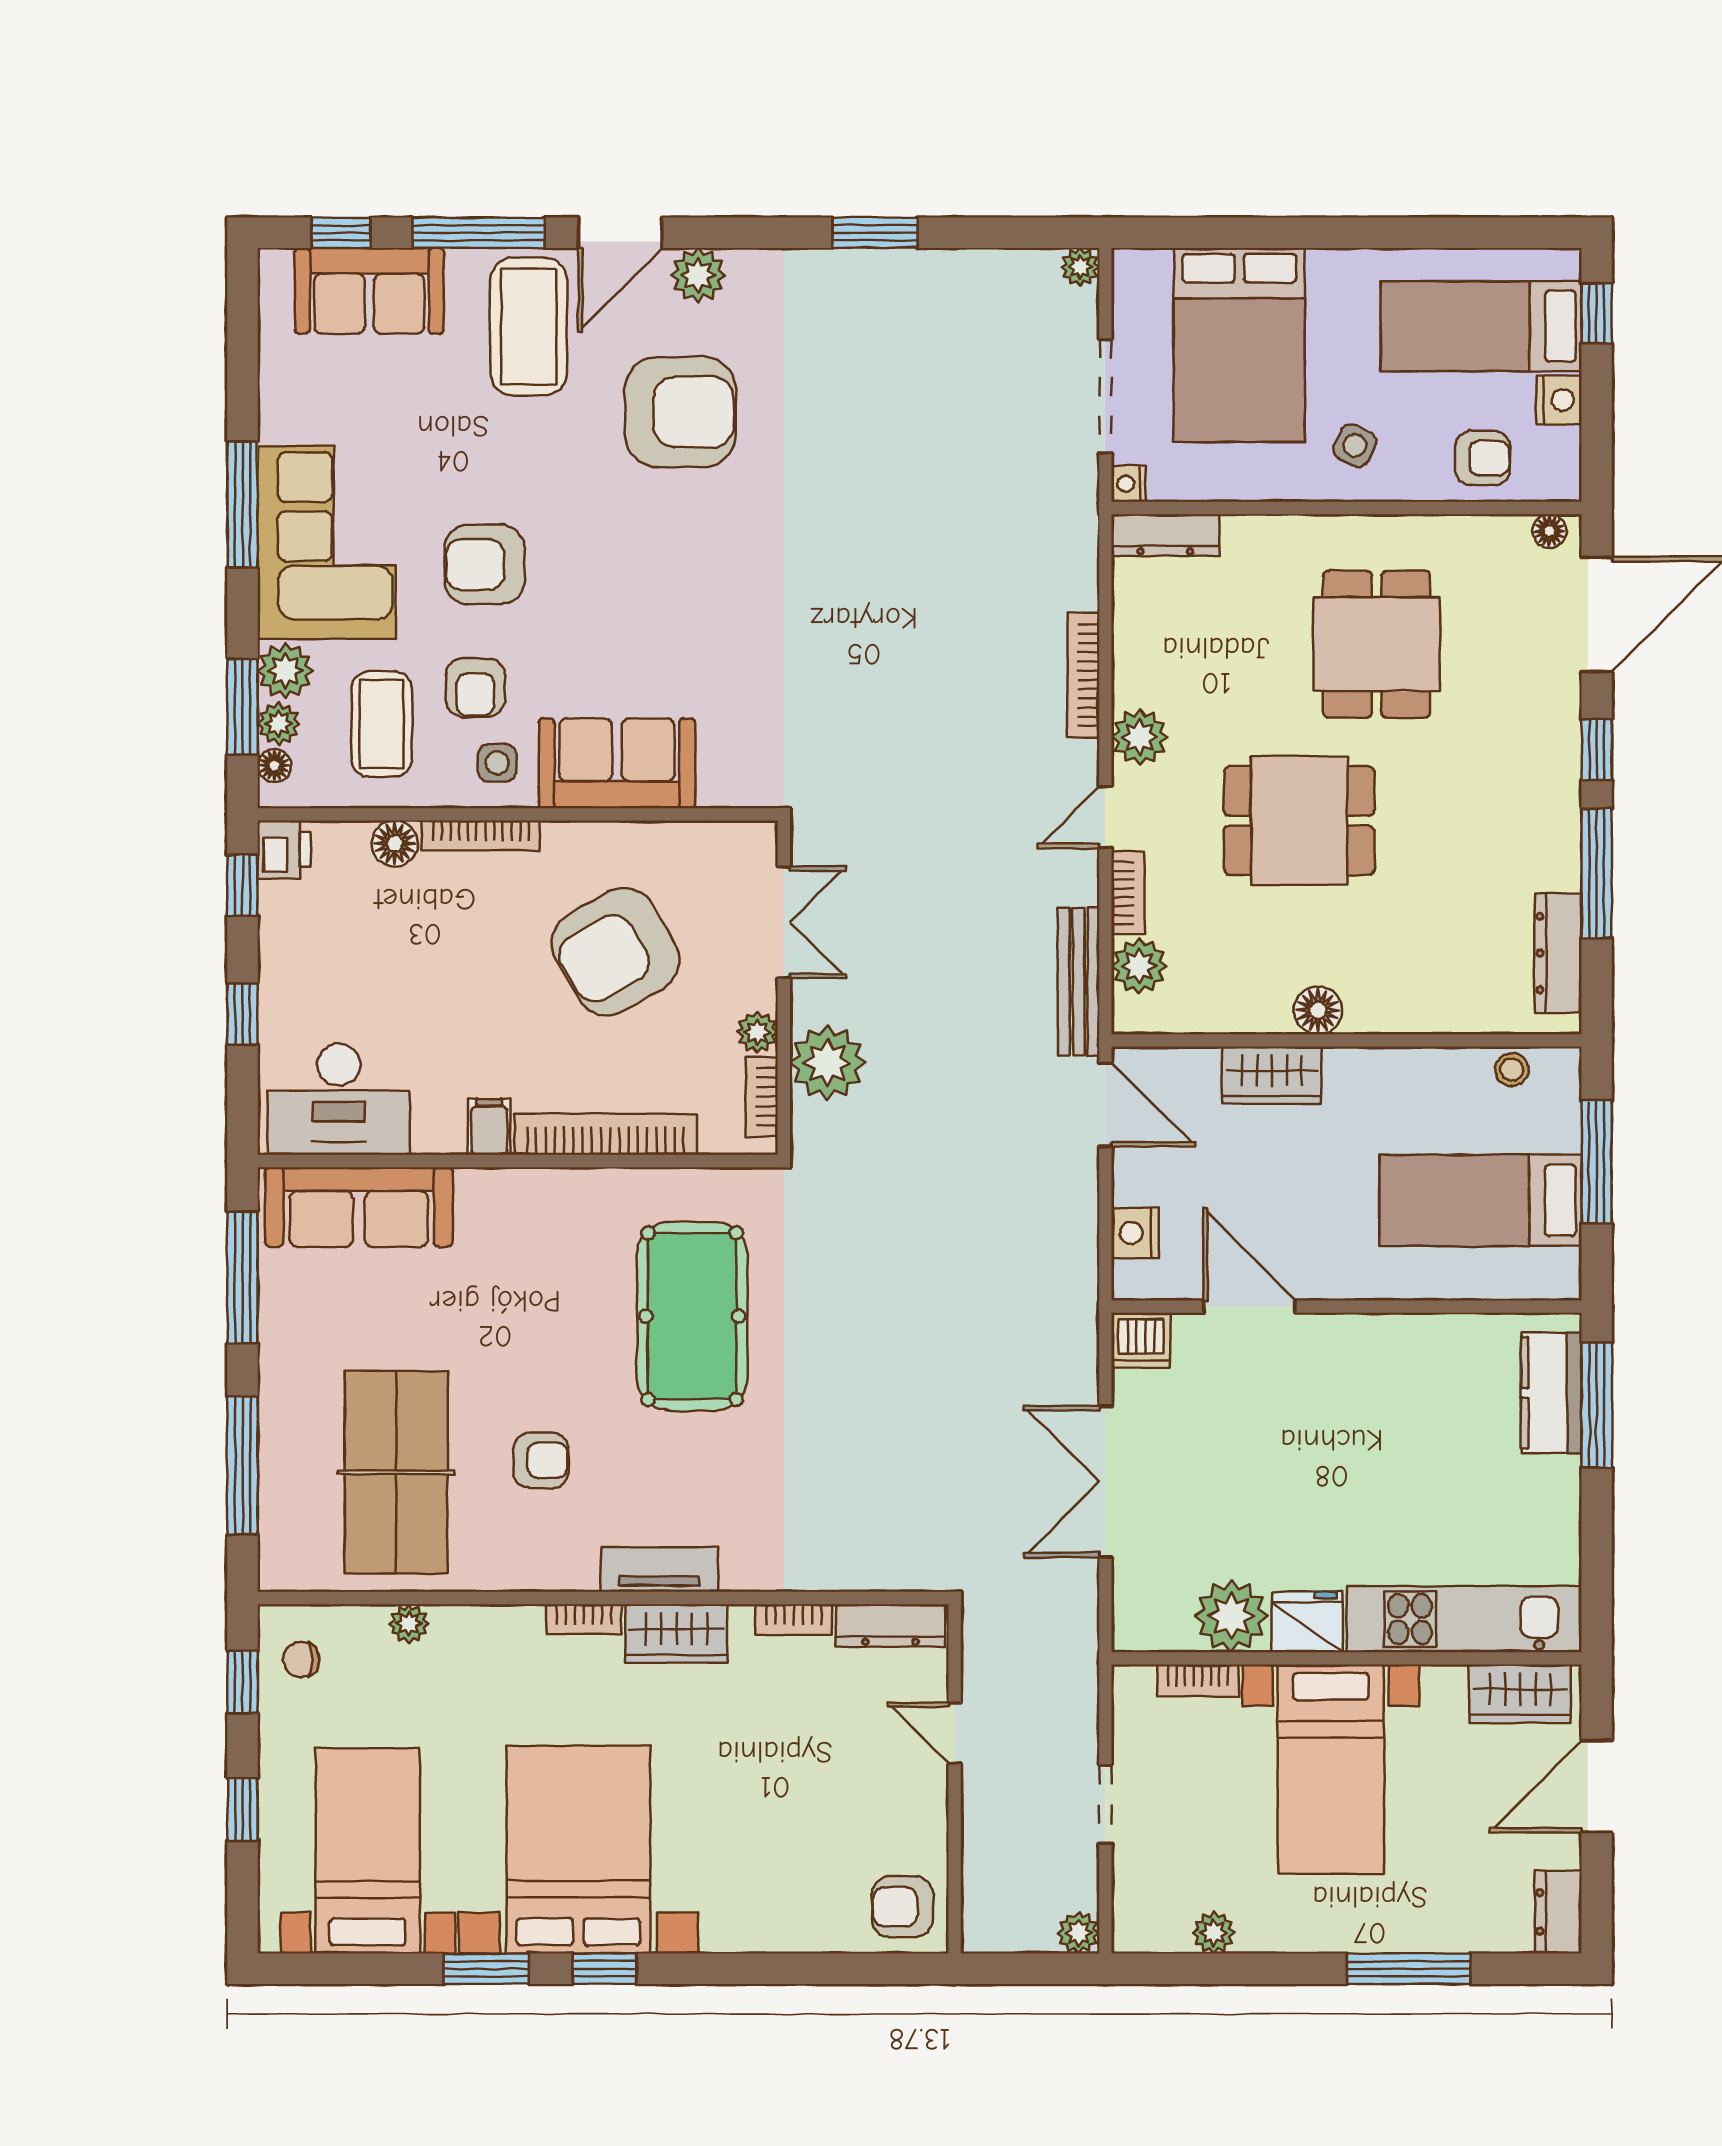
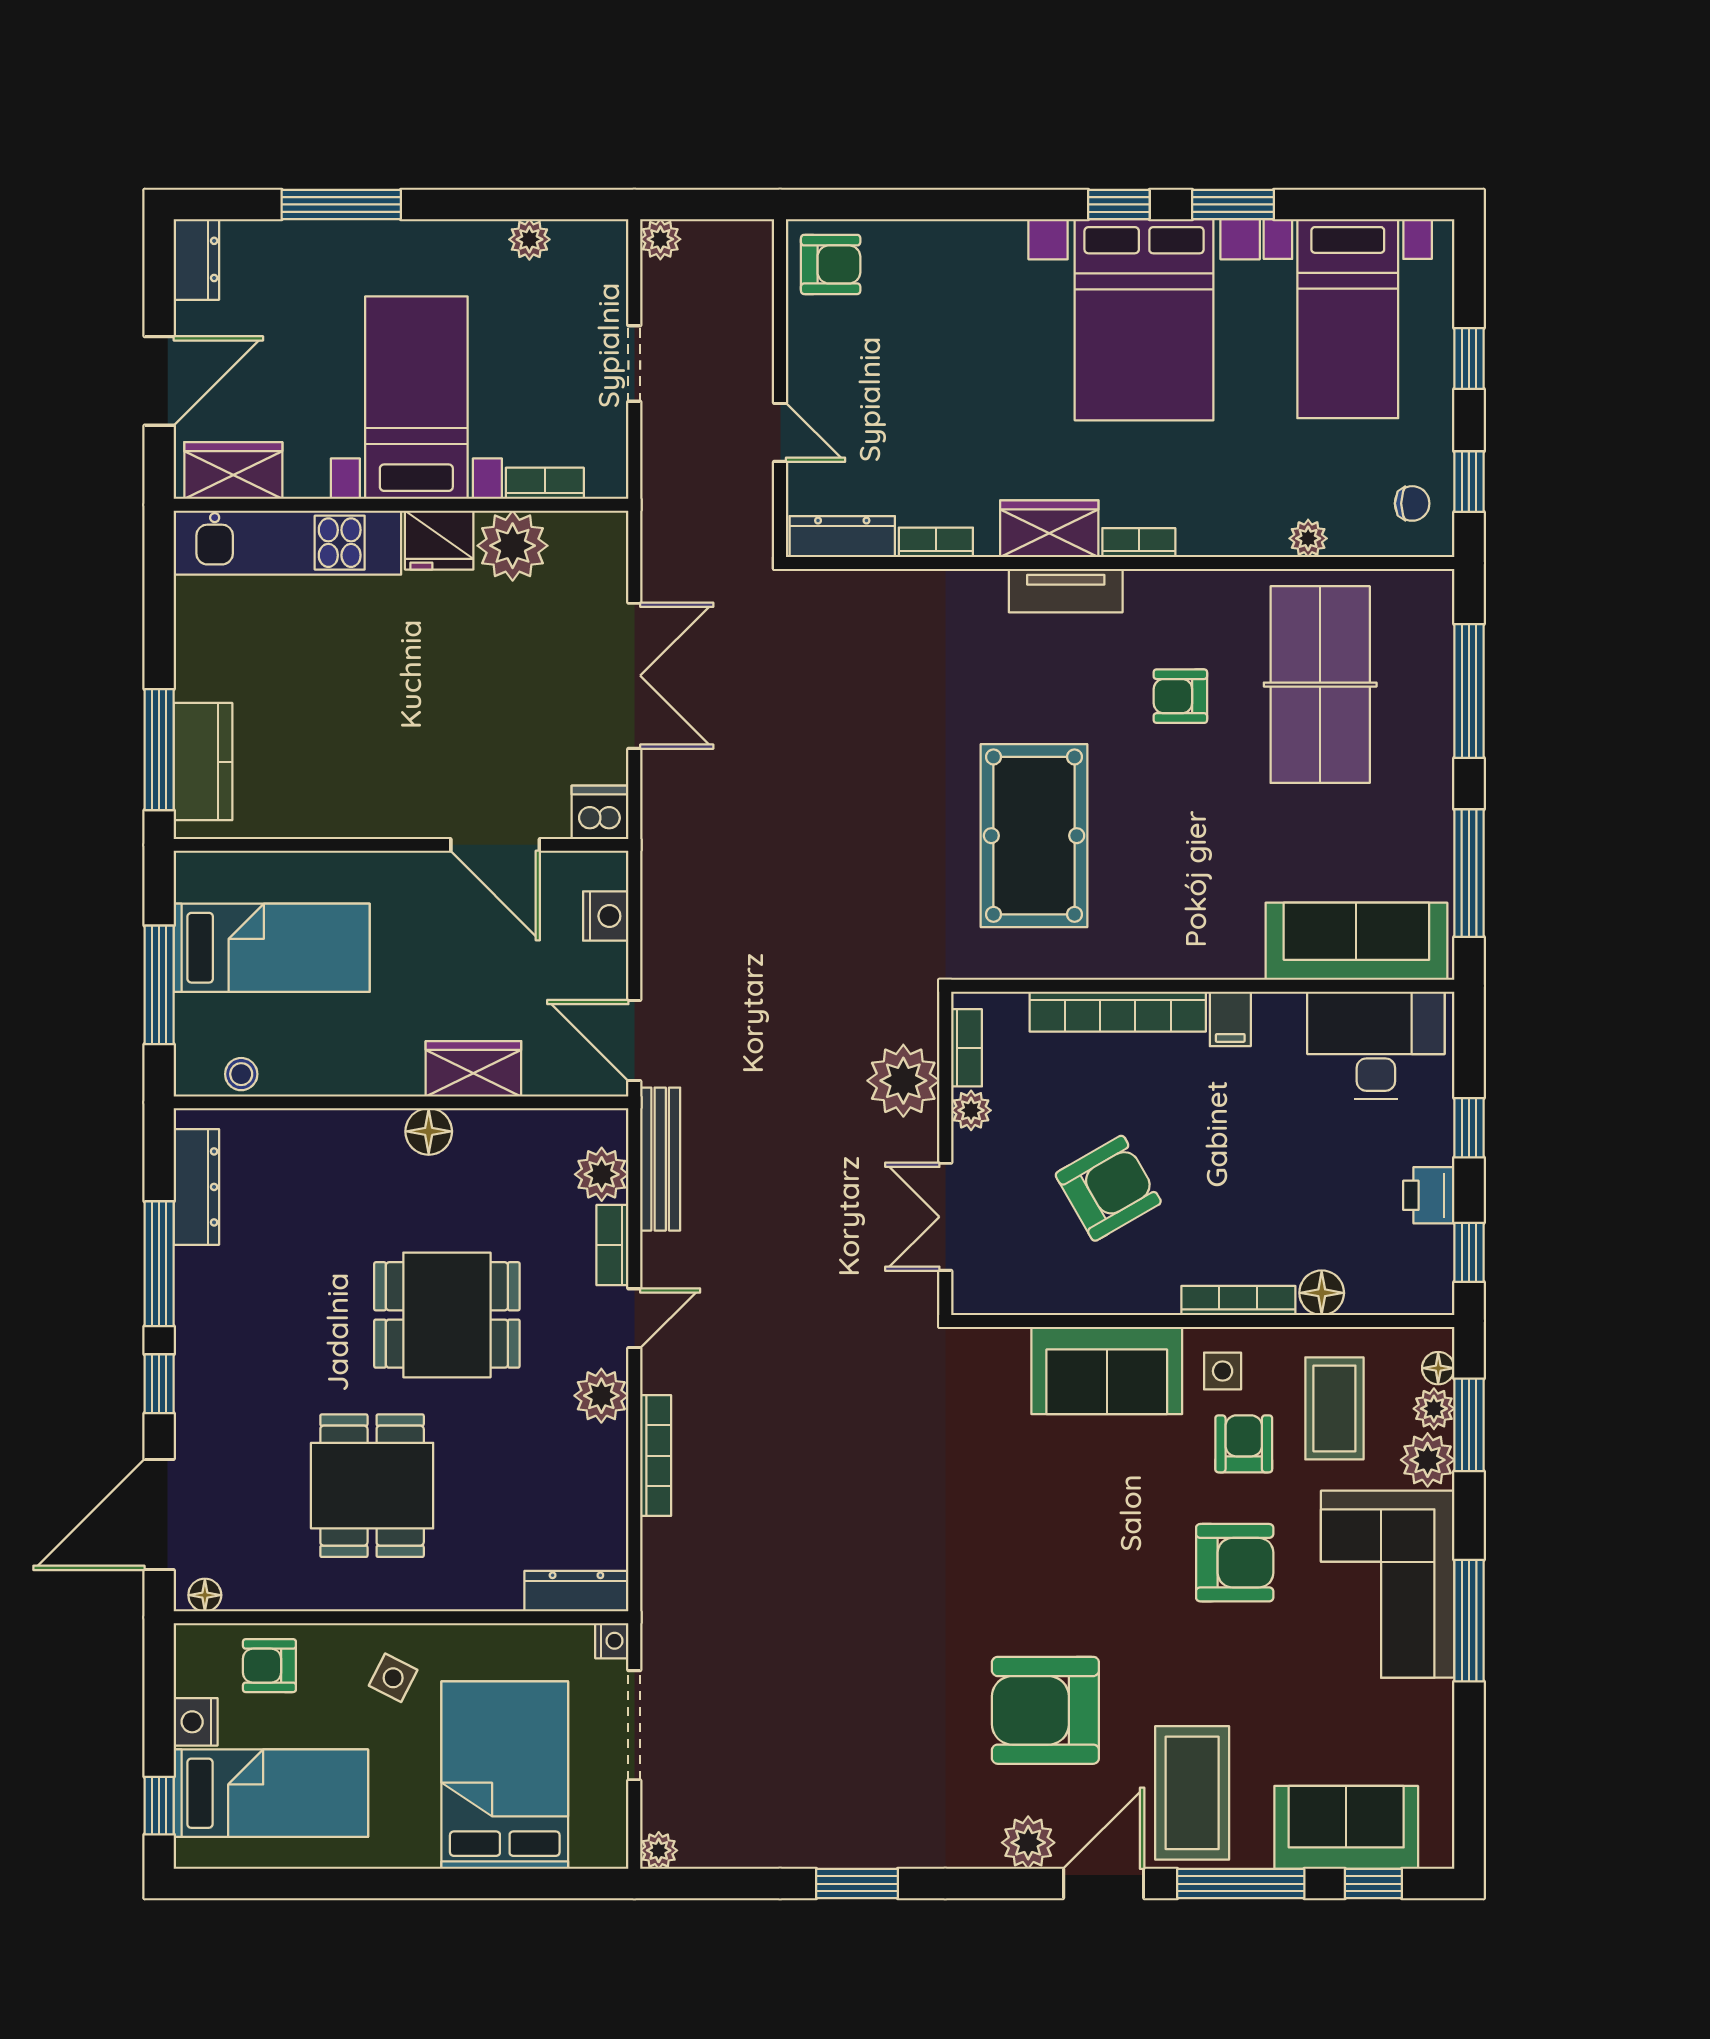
printer: (284, 850) -> (1429, 1195), moved
armchair: (615, 952) -> (1108, 1188), width x0.73, depth x0.73

